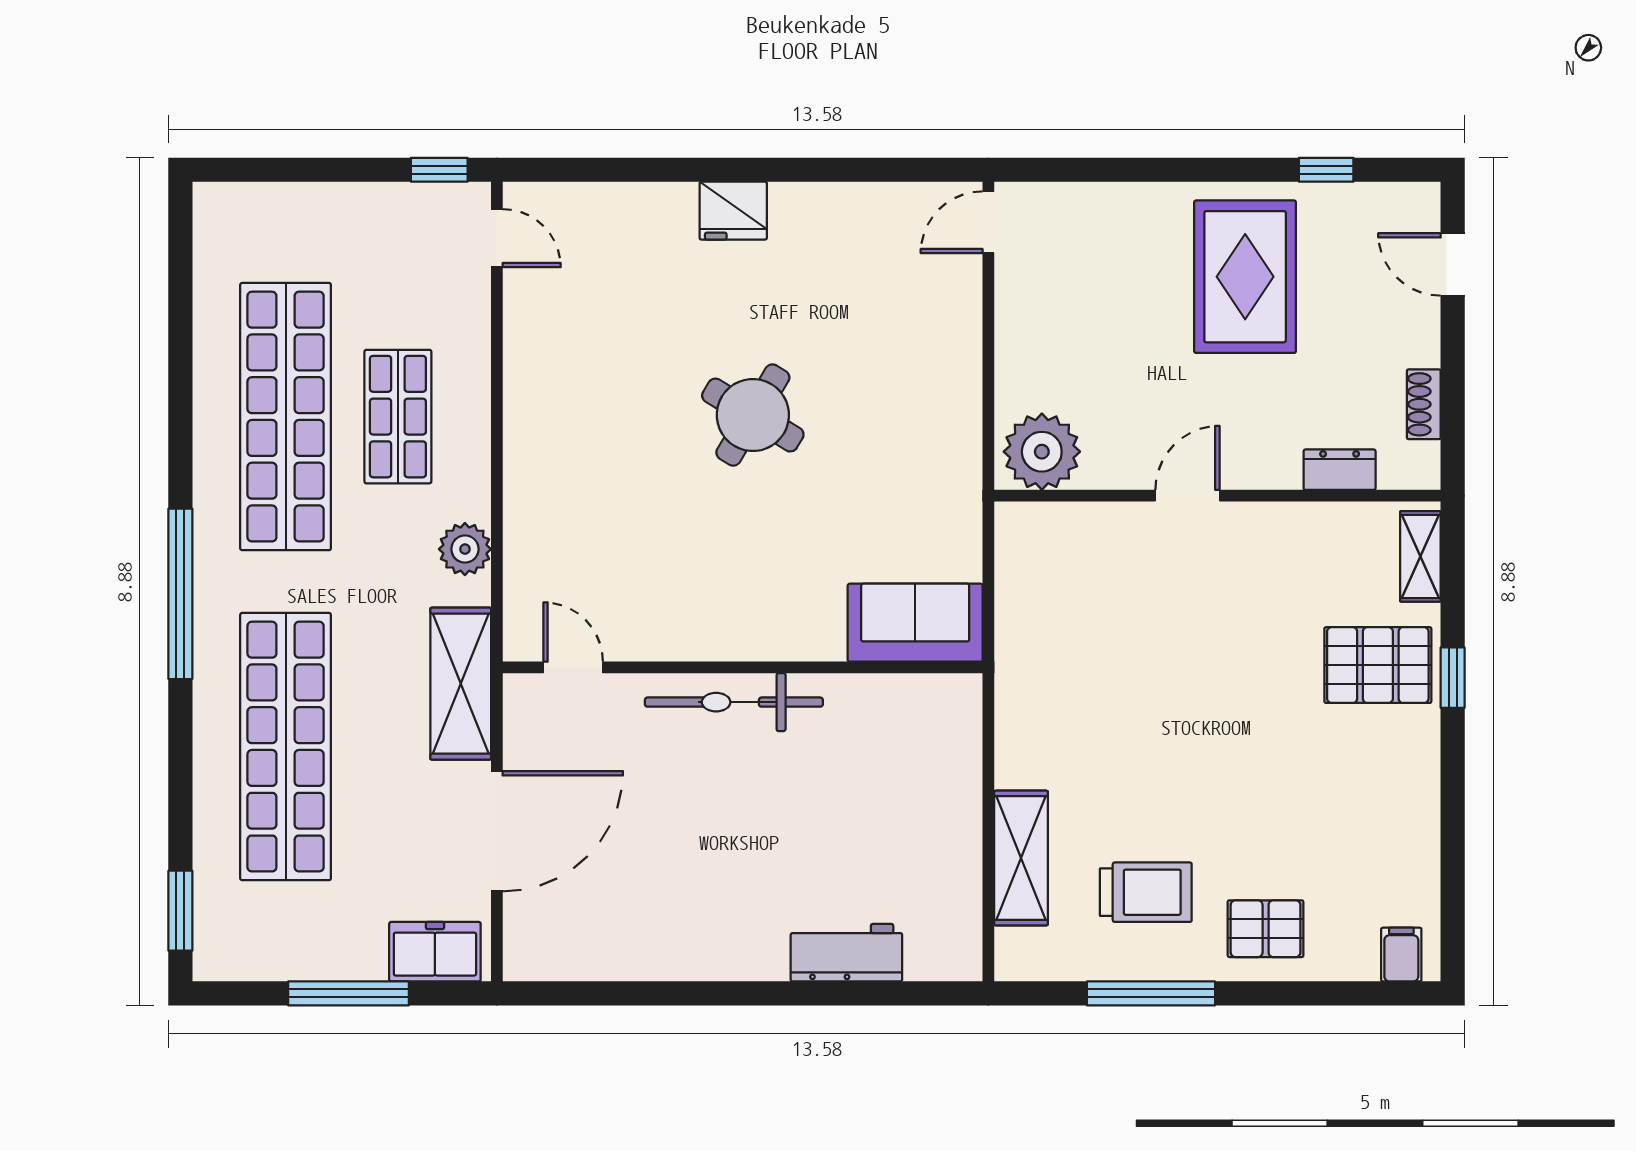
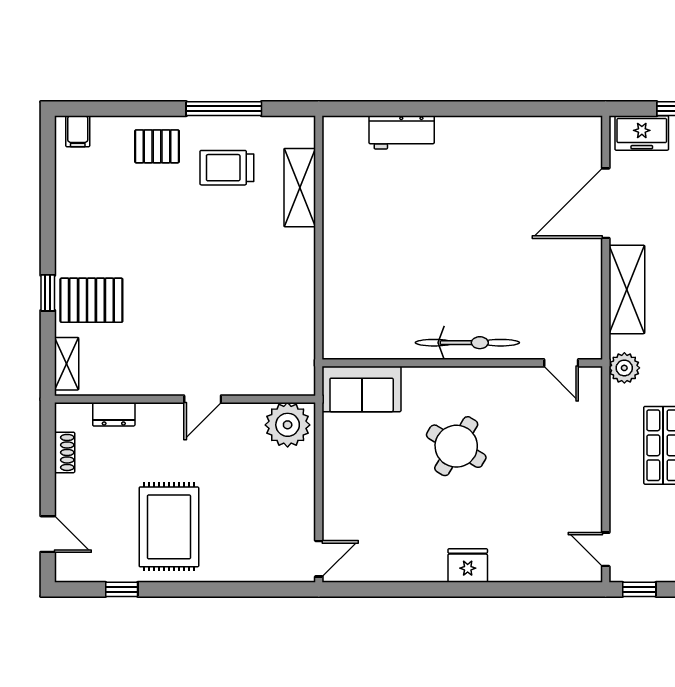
sofa: (915, 623) -> (362, 389), moved
door: (573, 667) -> (561, 363), moved
wall: (743, 667) -> (462, 363), moved
bicycle: (734, 702) -> (467, 343), moved

